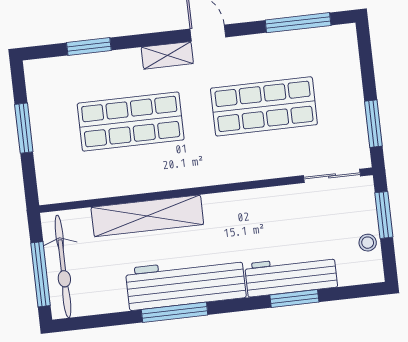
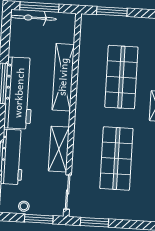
window: (24, 128) -> (112, 11), moved
shelving: (265, 202) -> (59, 149), added
bicycle: (63, 266) -> (34, 18), width x0.73, depth x0.71

